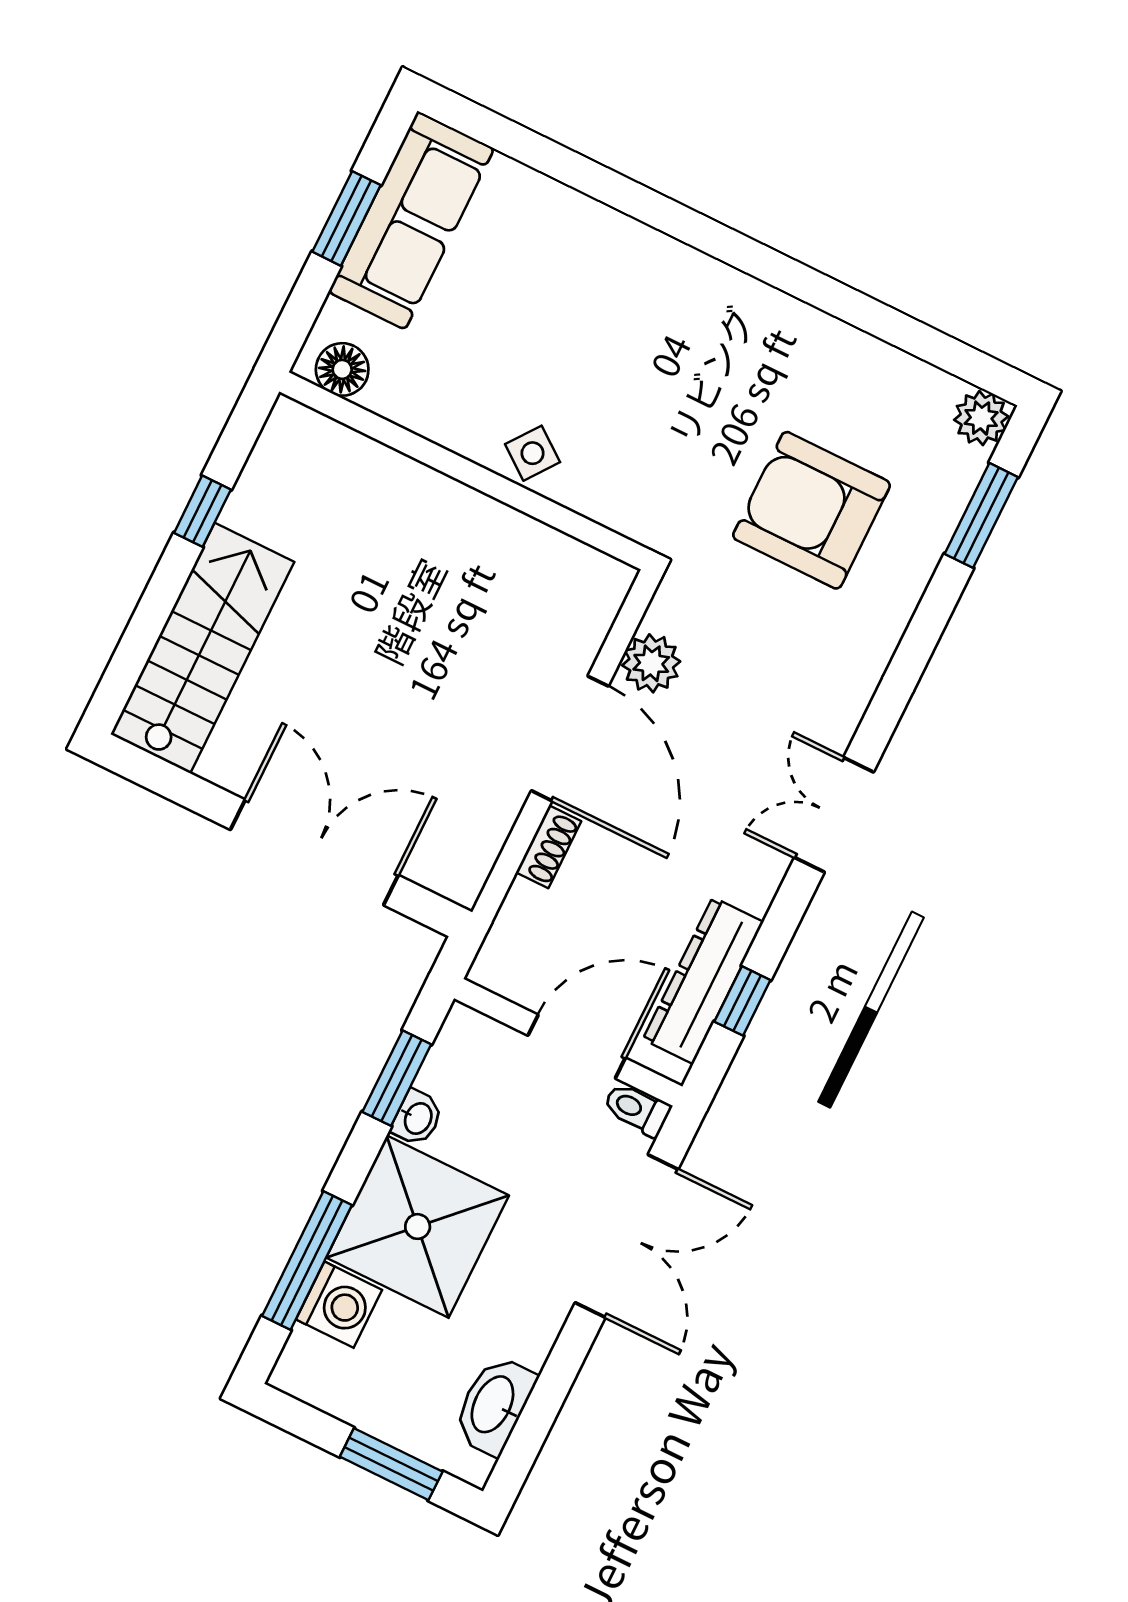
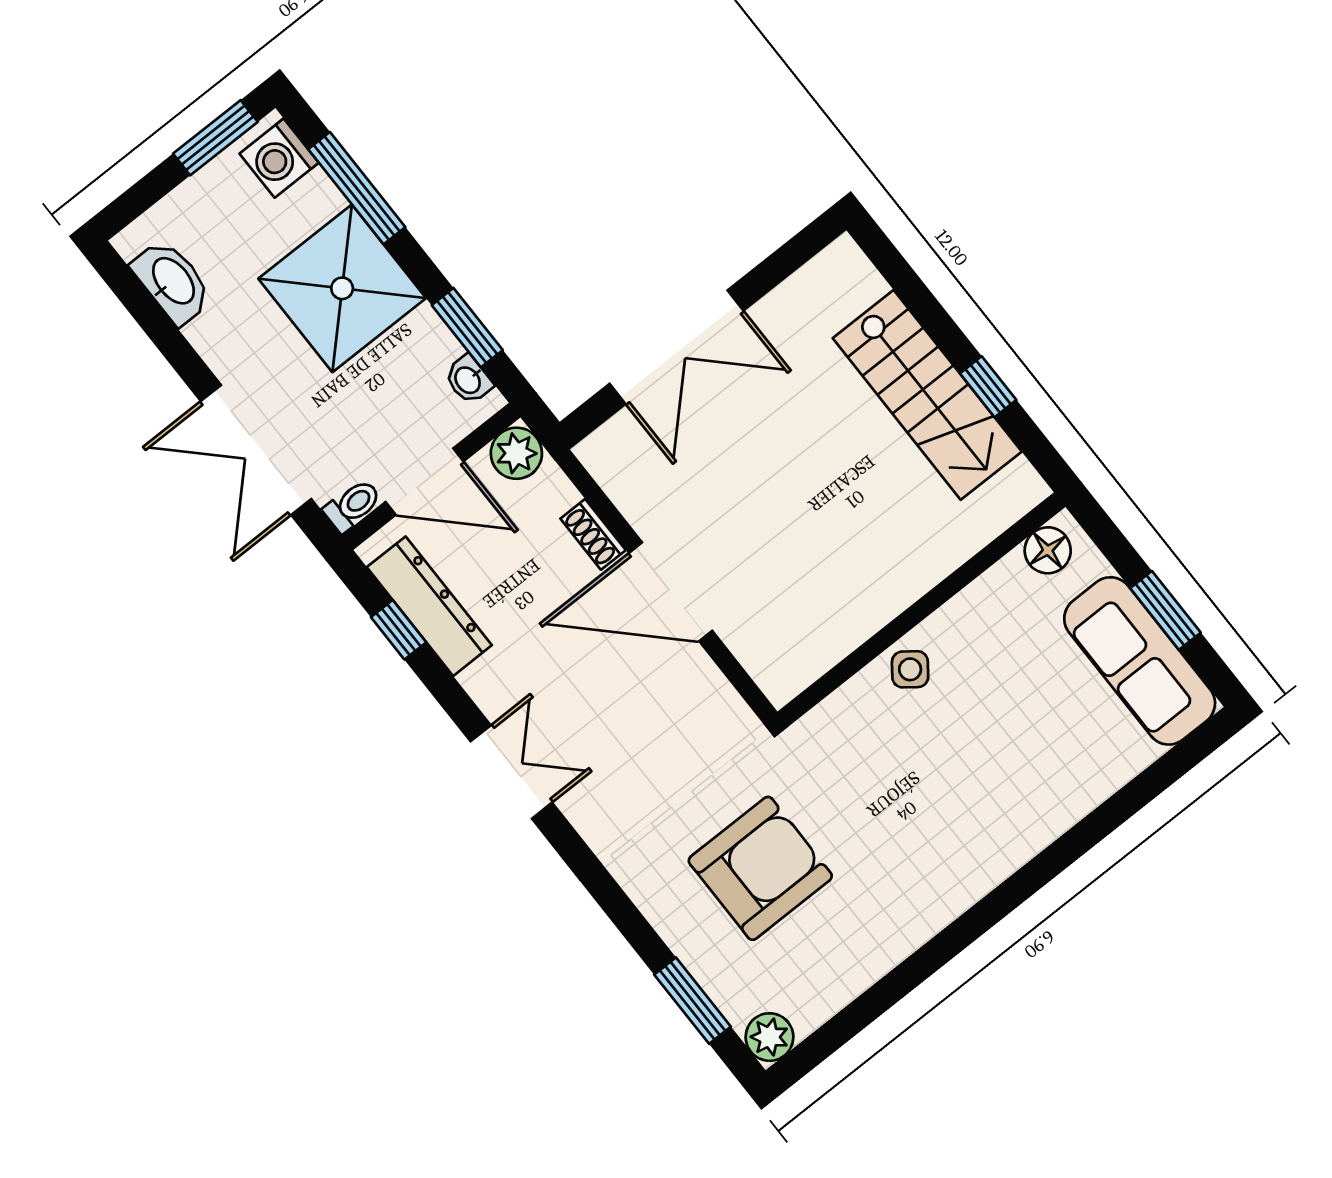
stairs: (202, 648) -> (927, 395), moved
plant: (651, 663) -> (516, 453), moved
door: (577, 1047) -> (425, 482), hinge flipped
washbasin: (417, 1118) -> (468, 380), moved
washing machine: (339, 1305) -> (279, 158), moved
window: (391, 1464) -> (215, 138), moved

